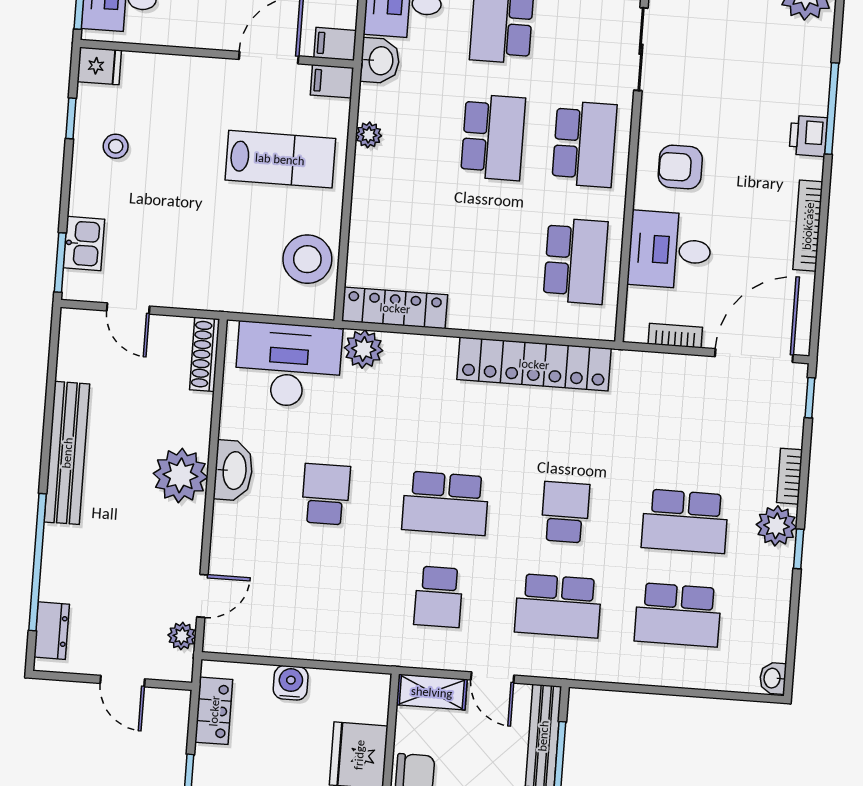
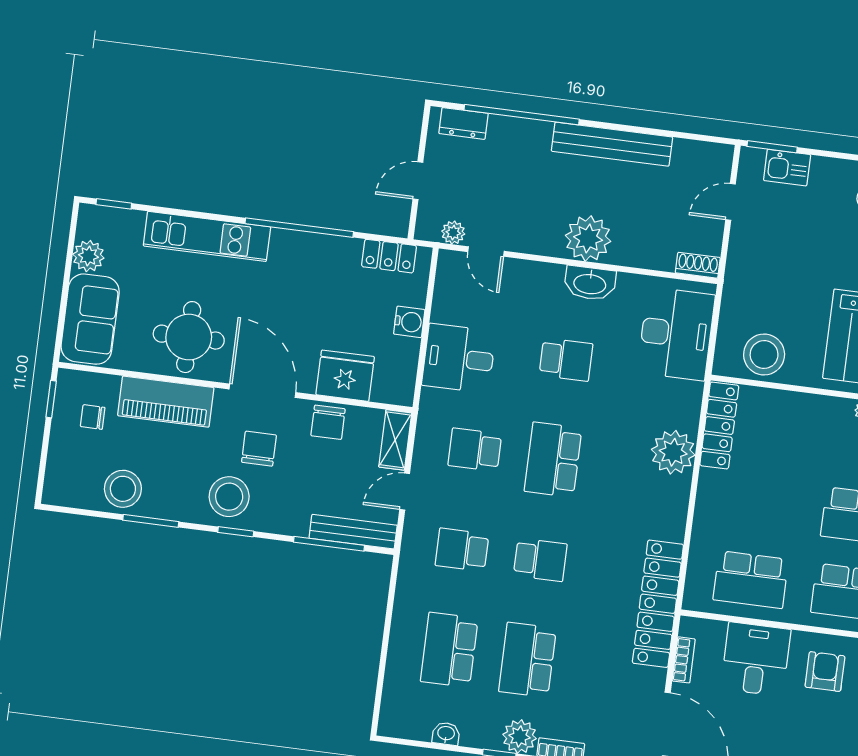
plant: (364, 349) -> (673, 452), moved, width x1.36, depth x1.36
shoe rack: (205, 354) -> (698, 265), width x0.70
locker: (534, 364) -> (658, 604), moved
school desk: (558, 606) -> (462, 550), width x0.54
desk: (331, 622) -> (459, 358), added
washbasin: (773, 678) -> (446, 734), moved

